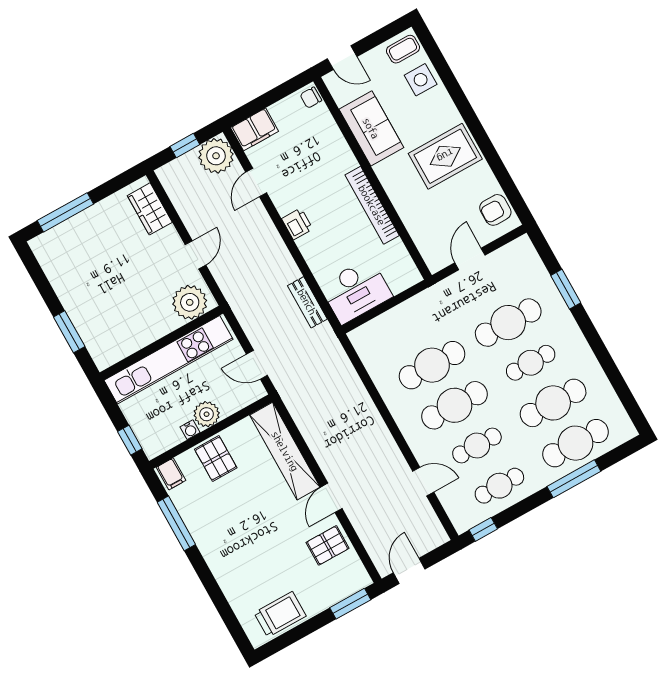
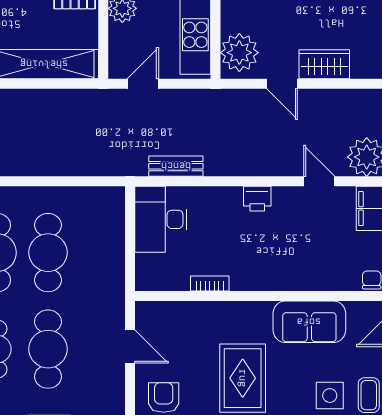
bookcase: (372, 205) -> (210, 283), width x0.43, depth x0.76
wardrobe: (150, 209) -> (324, 64), moved

